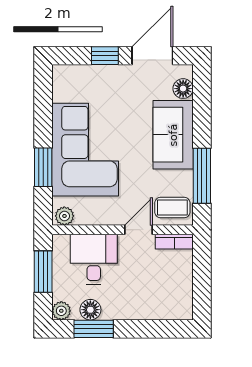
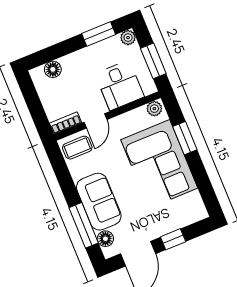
window: (202, 176) -> (84, 225), moved
floor lamp: (90, 310) -> (53, 69), moved

